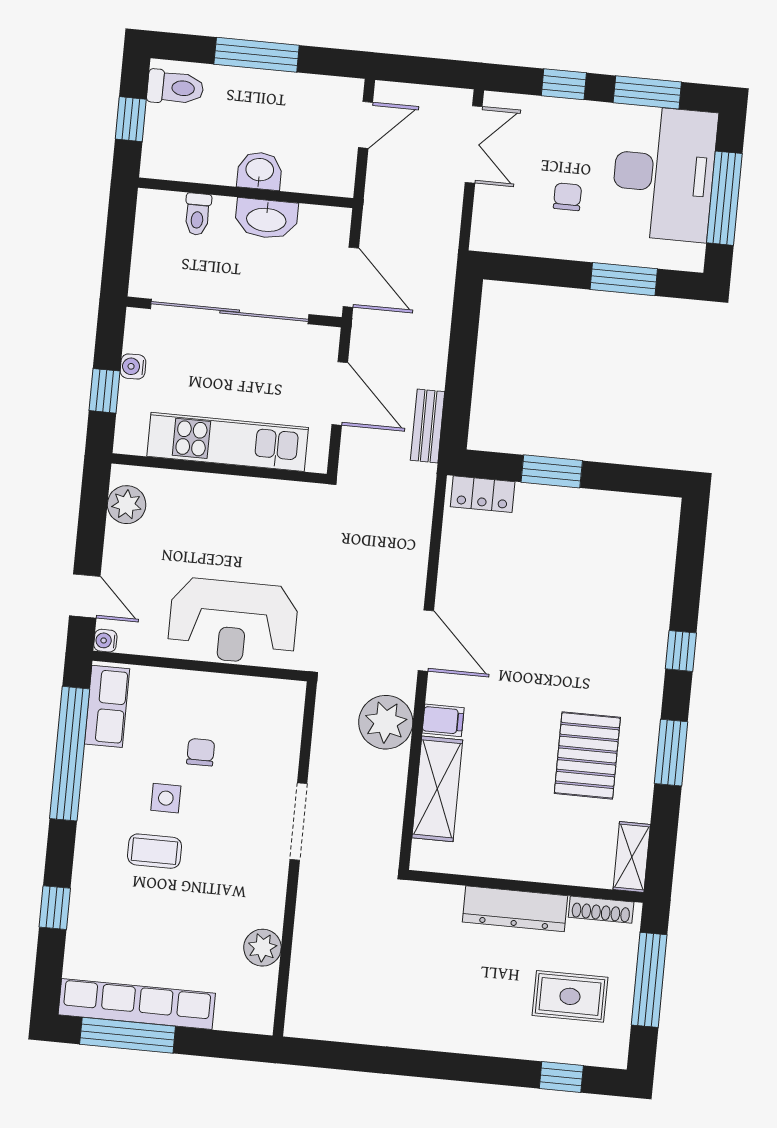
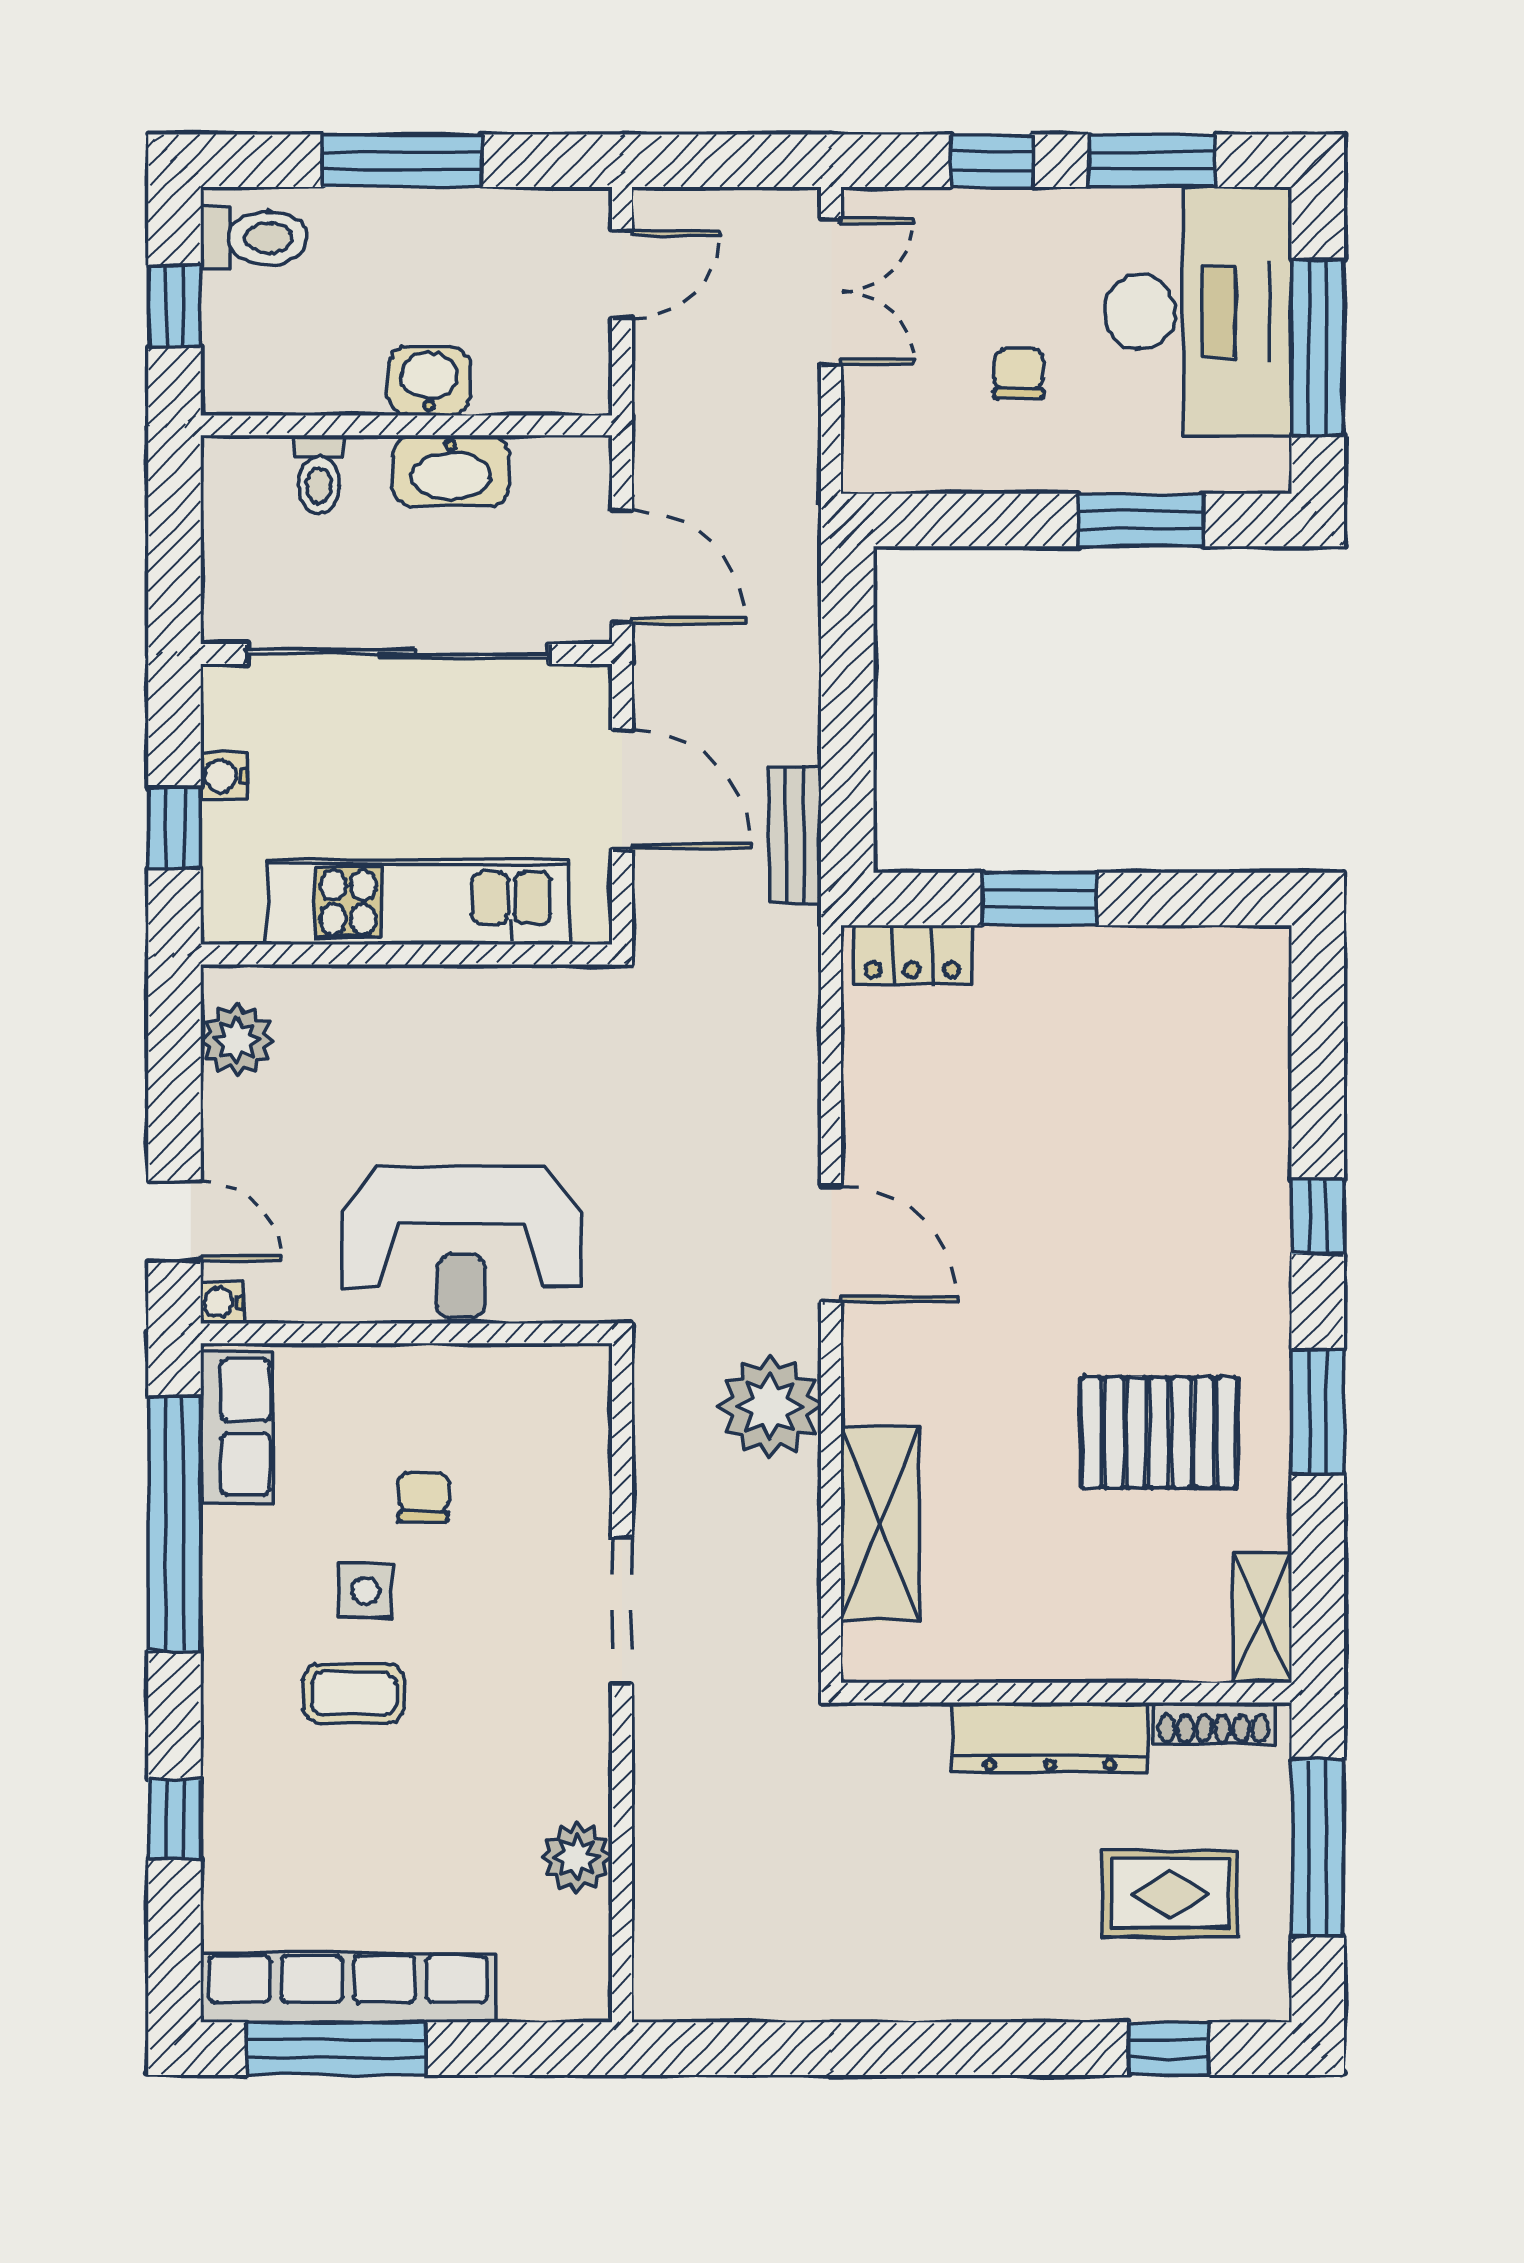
filing cabinet: (443, 720) -> (878, 1392), removed
pallet: (587, 755) -> (1159, 1432), turned 90

